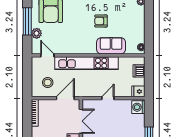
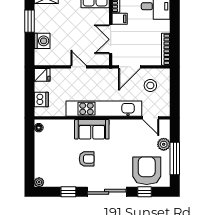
sofa: (111, 46) -> (92, 129), moved
door: (108, 98) -> (79, 67), swing flipped
washing machine: (138, 107) -> (42, 41), moved

